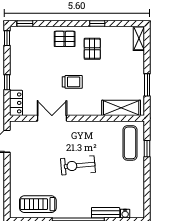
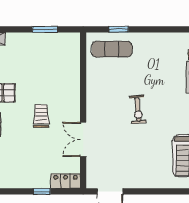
shelving: (121, 108) -> (71, 59), removed
exercise bike: (78, 165) -> (138, 109), width x0.73, depth x0.72

